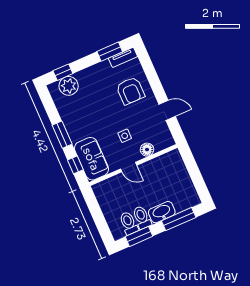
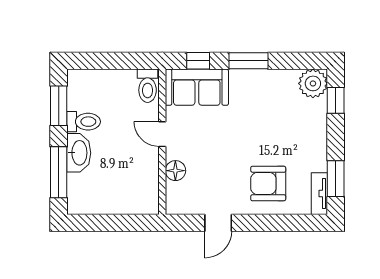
plant: (69, 86) -> (313, 83), moved
side table: (125, 136) -> (209, 148), removed
door: (129, 167) -> (162, 134), hinge flipped
toilet: (129, 223) -> (148, 86), moved, turned 90

